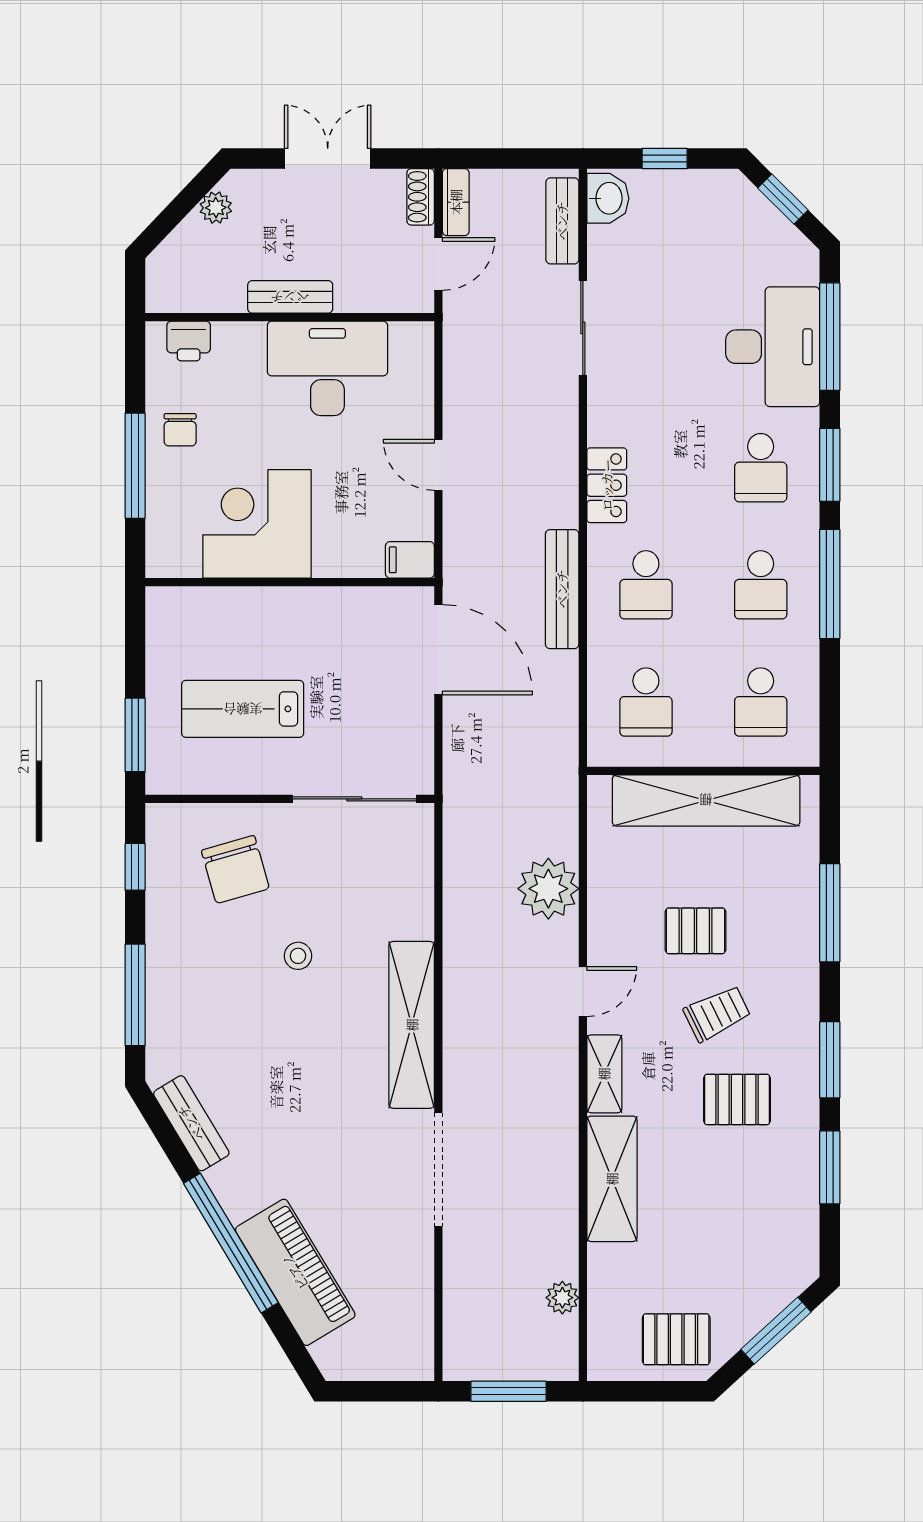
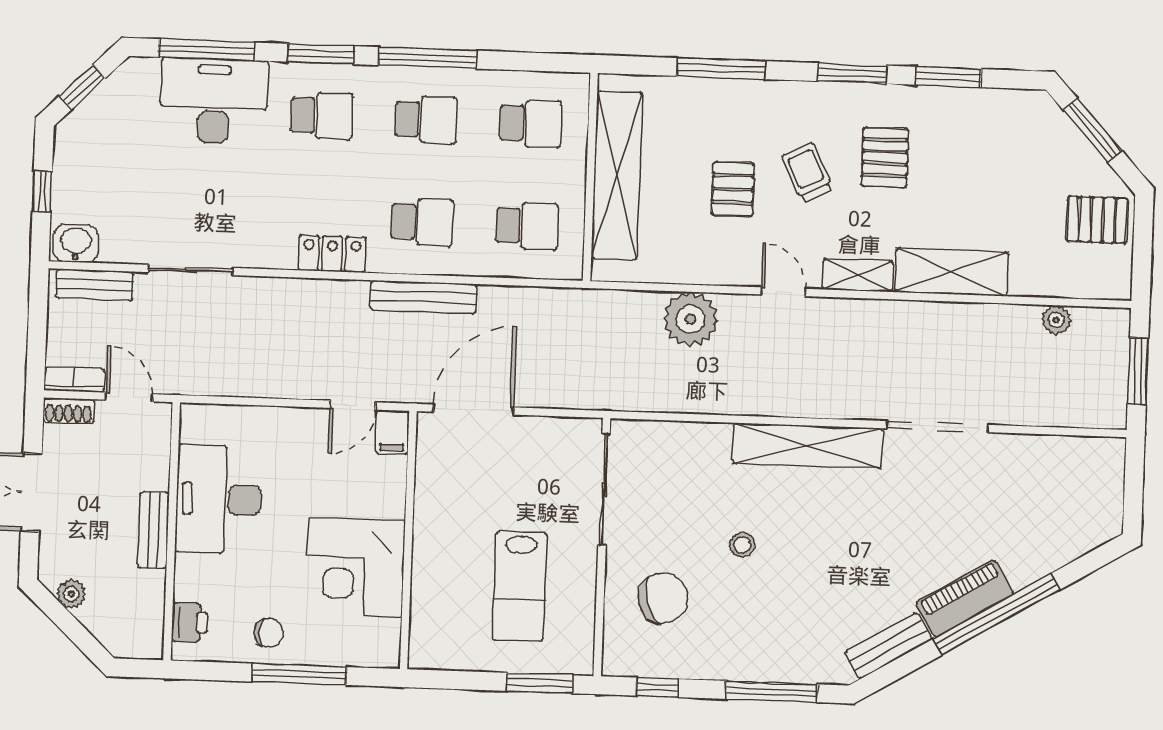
door: (438, 465) -> (353, 405), moved
piano: (295, 1272) -> (965, 598), moved, width x0.73, depth x0.75
pallet: (676, 1339) -> (1097, 220), turned 90

